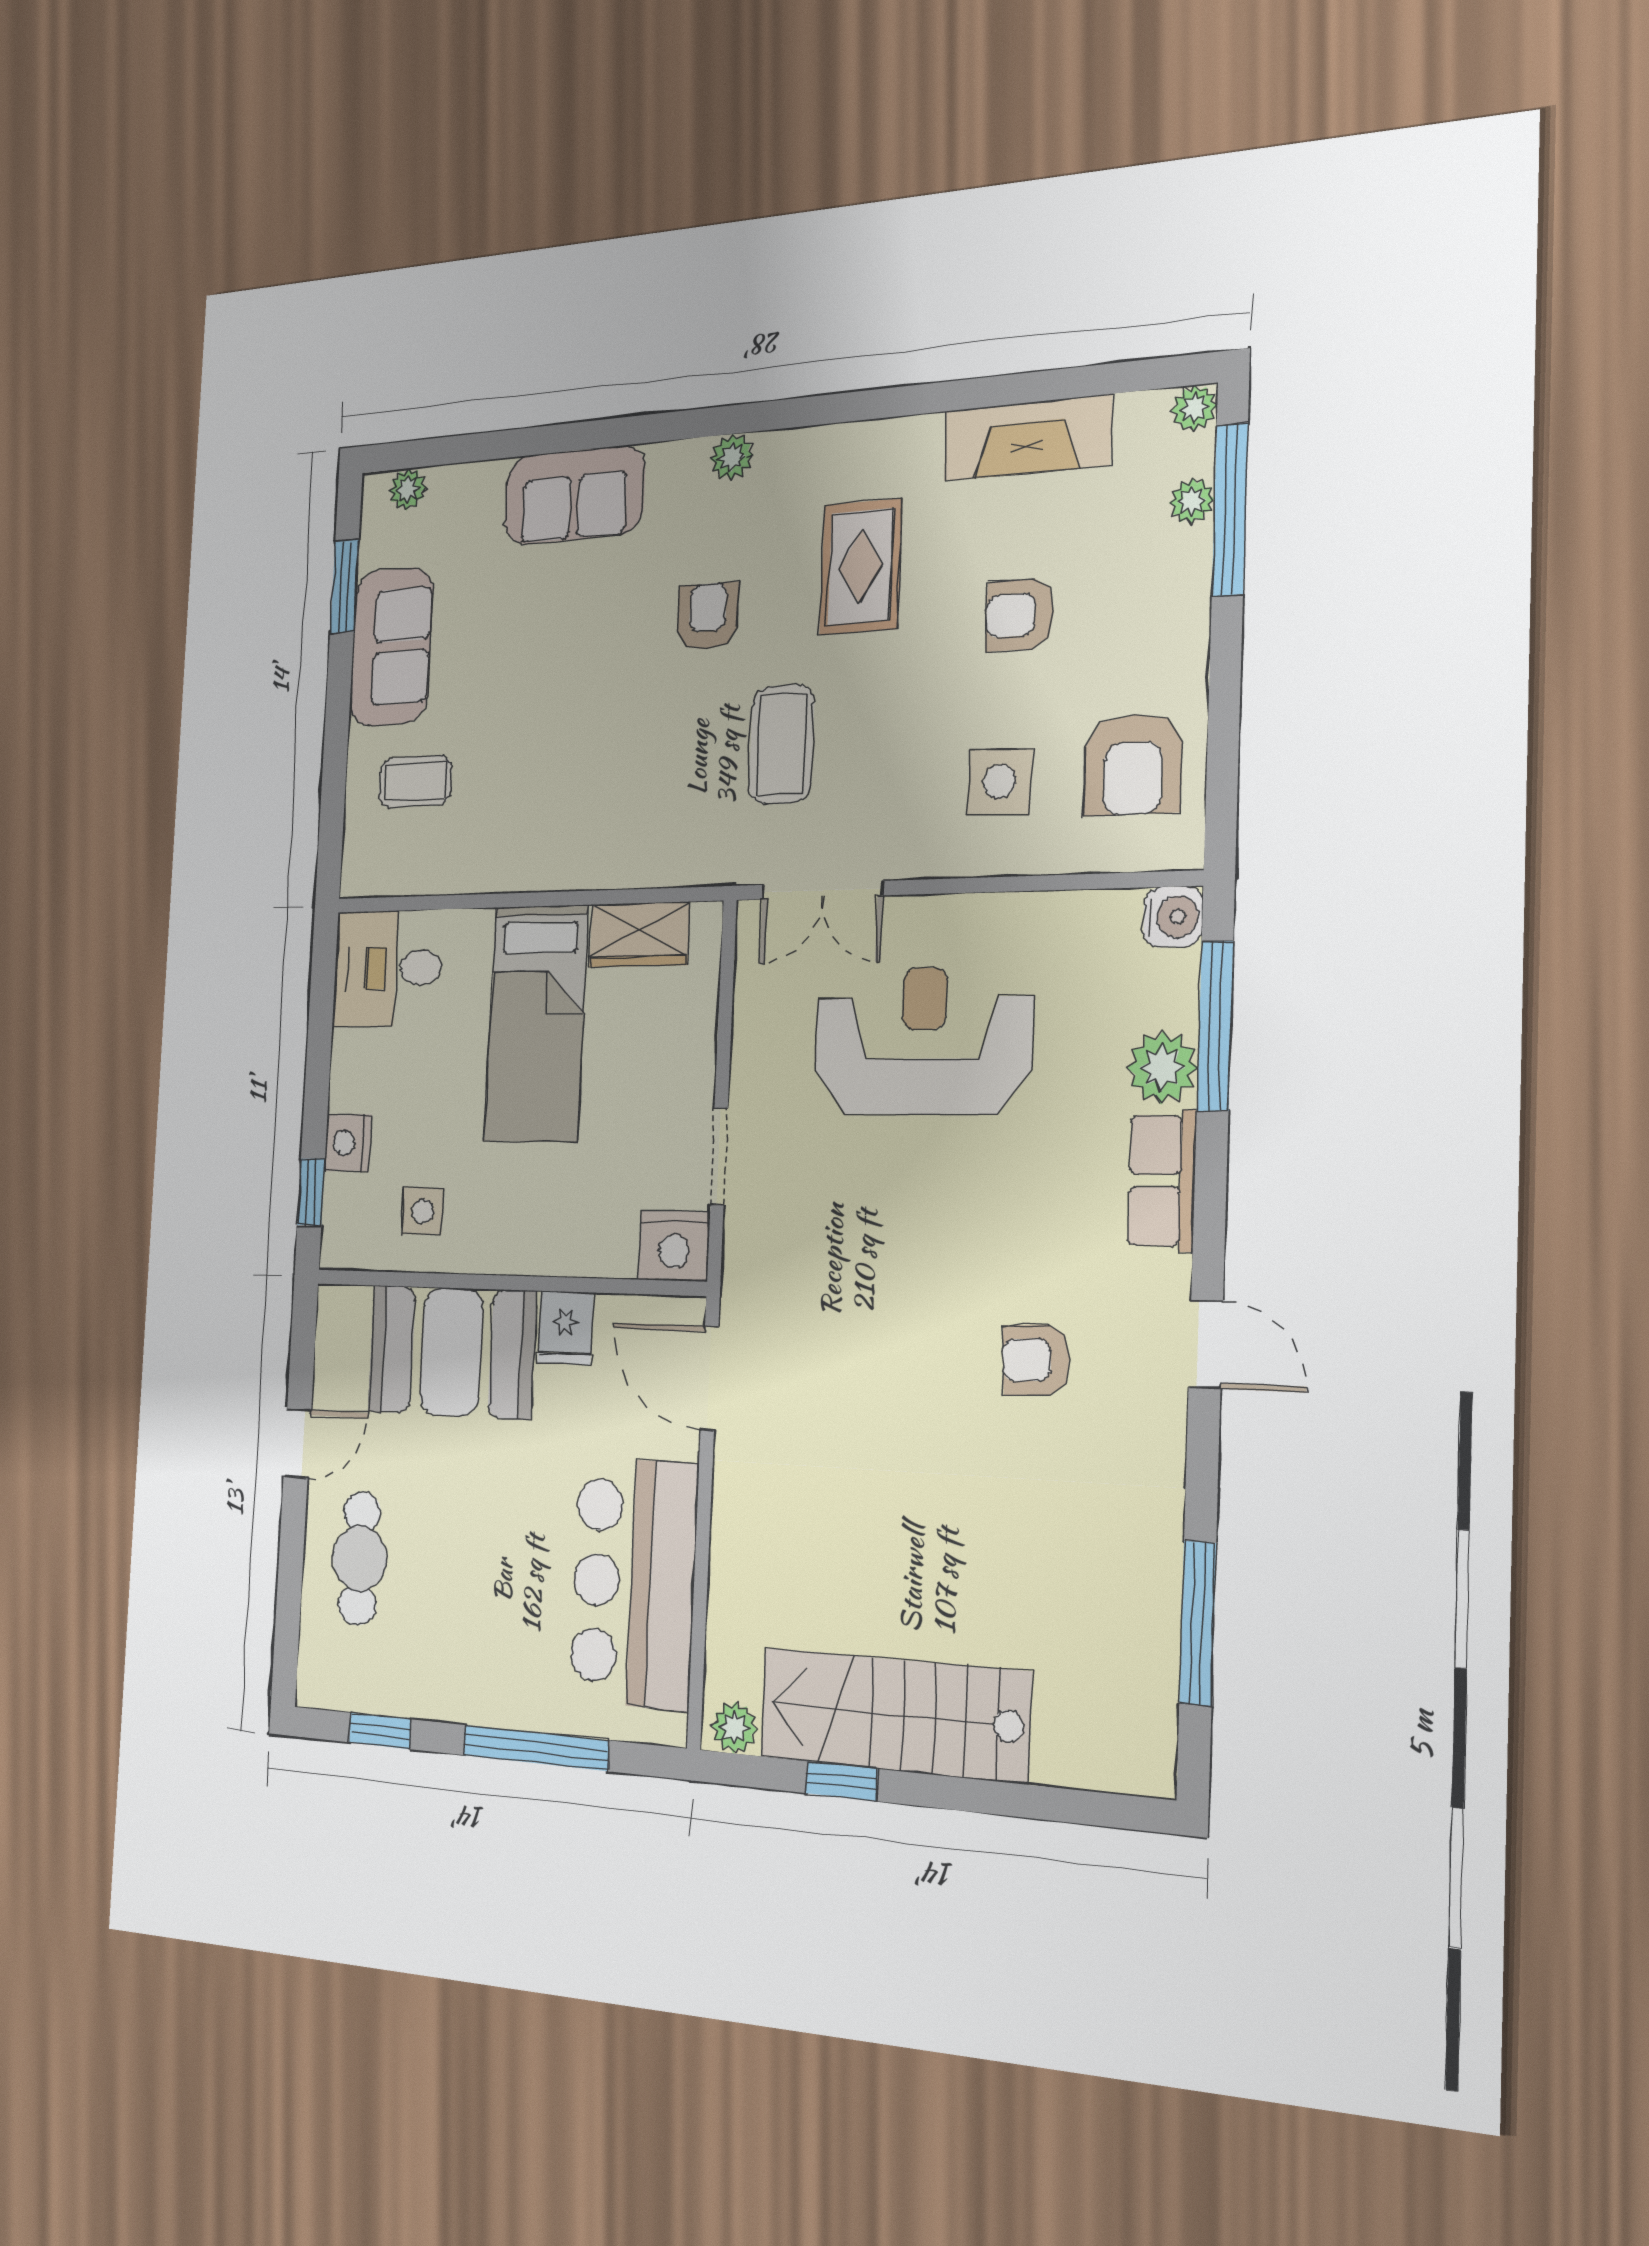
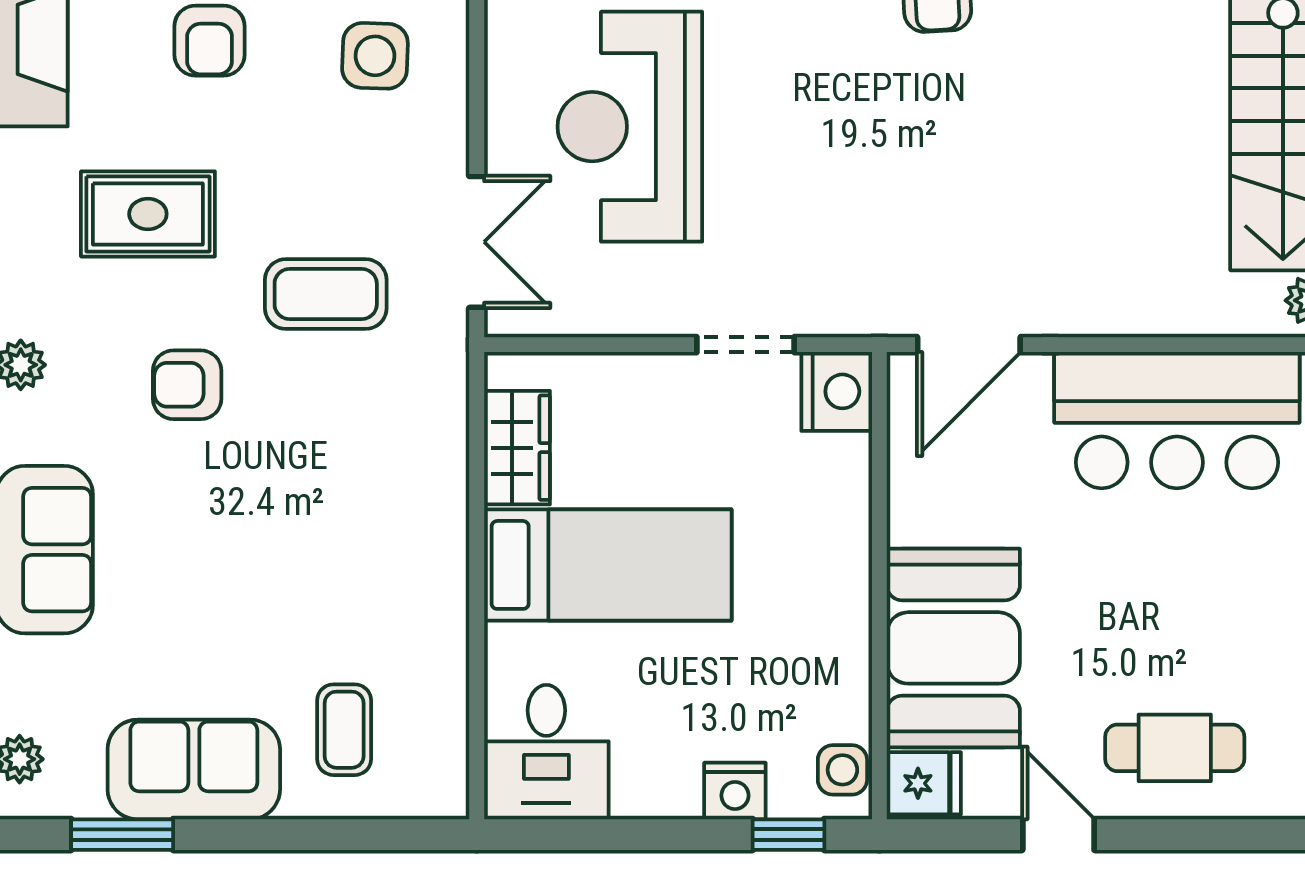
side table: (423, 1211) -> (842, 770), moved
fridge: (565, 1328) -> (924, 783), moved

